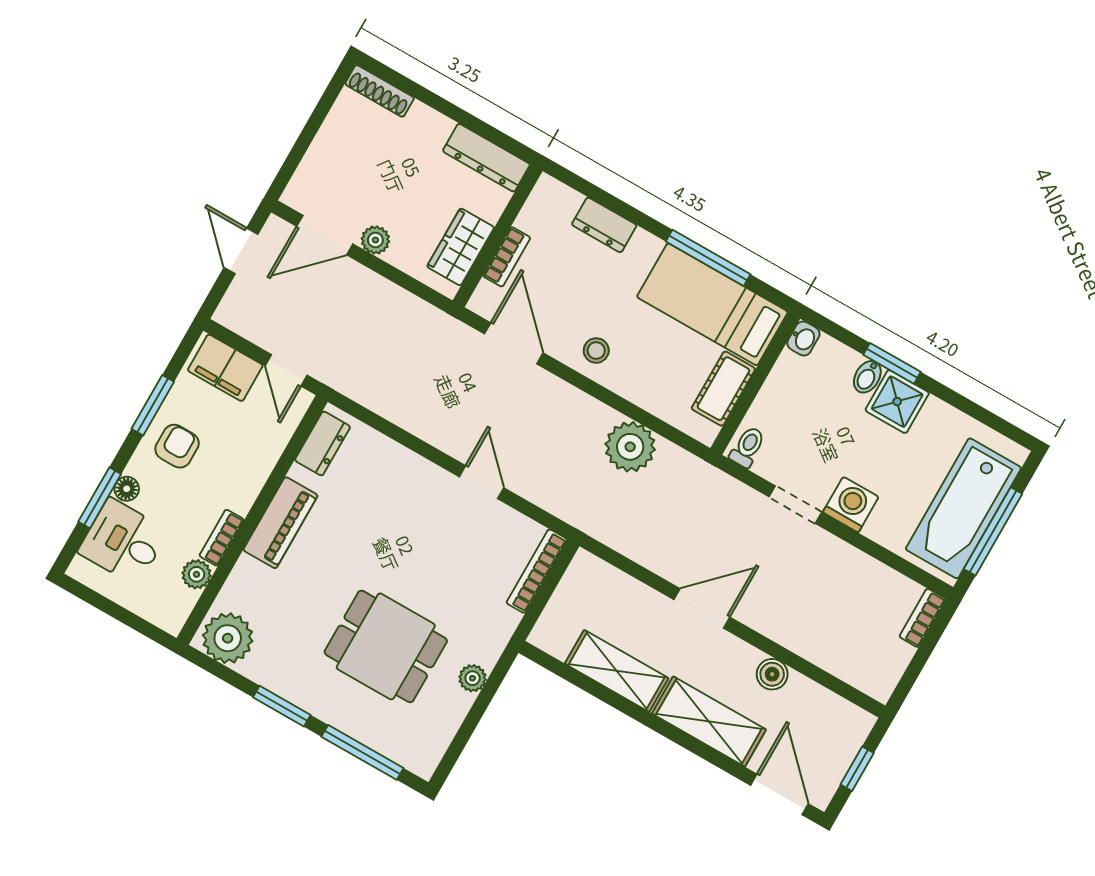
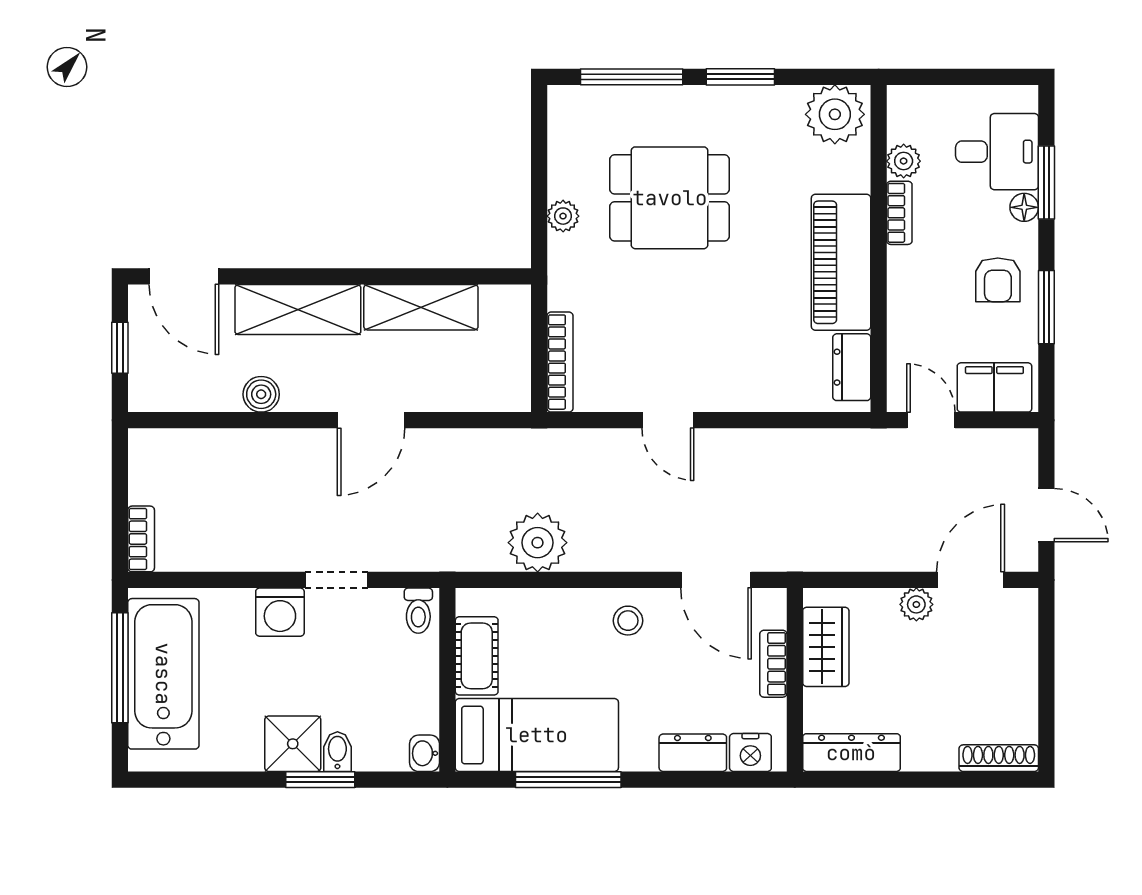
nightstand: (561, 201) -> (750, 753), added
piano: (280, 523) -> (841, 262), width x1.37, depth x1.33

